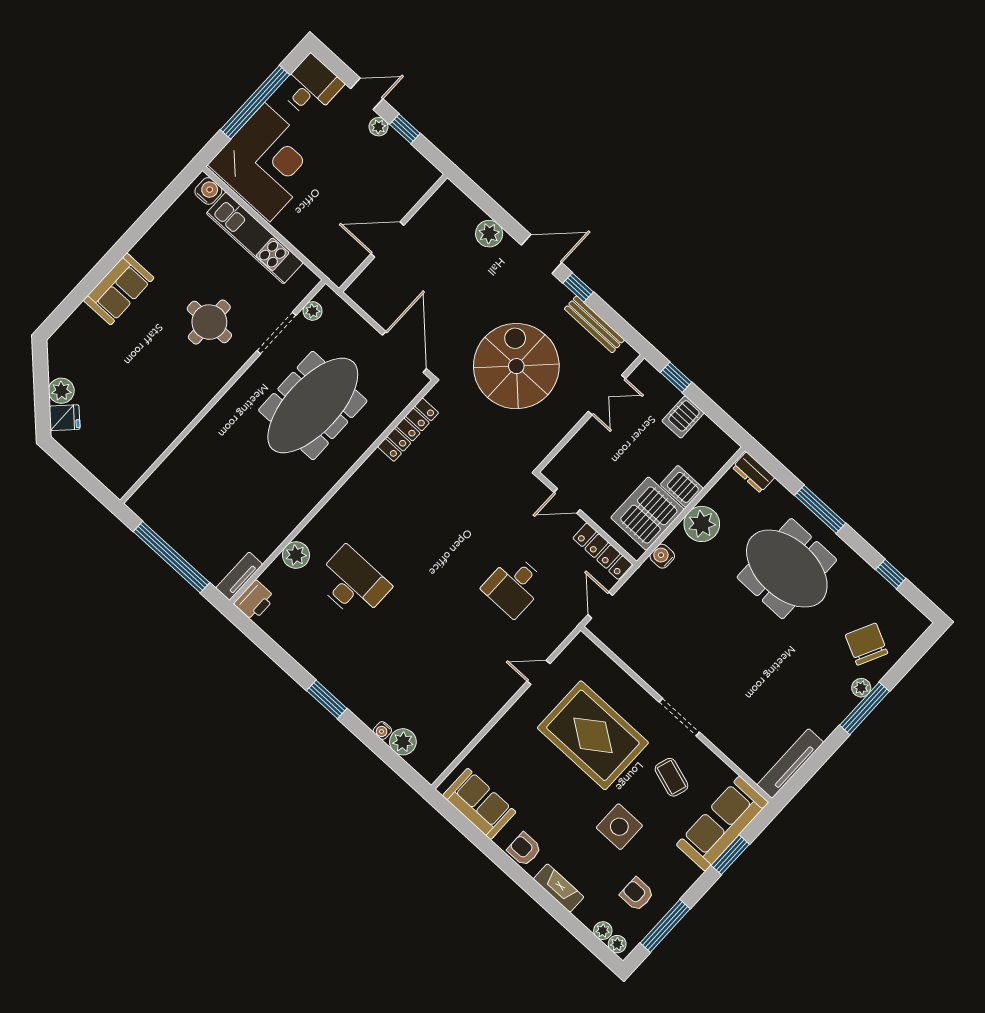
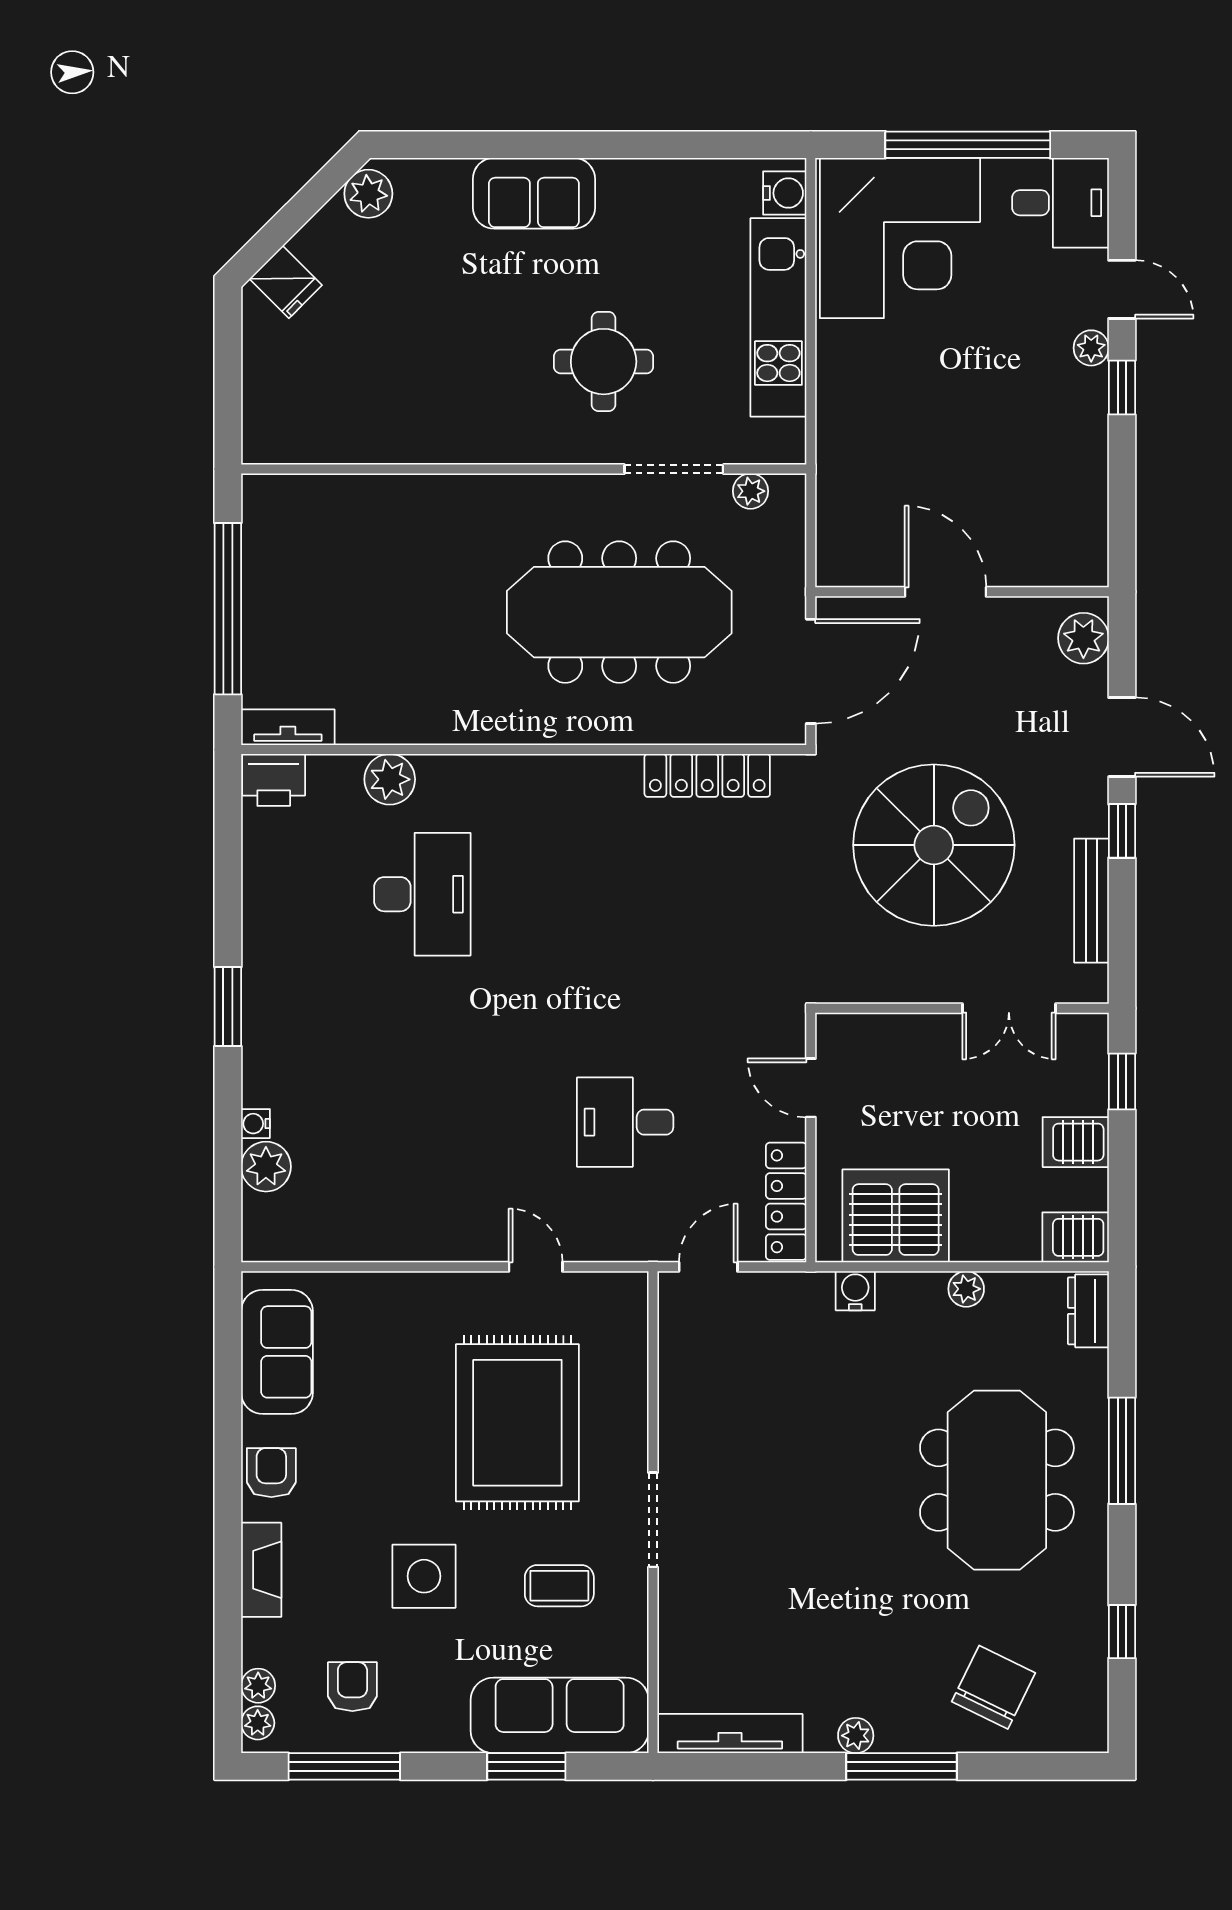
wall: (393, 233) -> (962, 592), moved
door: (387, 239) -> (946, 592), moved
plant: (61, 391) -> (368, 194), moved
server rack: (682, 486) -> (1076, 1237), moved, turned -90
plant: (702, 524) -> (966, 1289), width x0.53, depth x0.53
plant: (861, 688) -> (856, 1736), moved
coffee table: (671, 777) -> (559, 1586), turned 72

